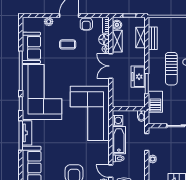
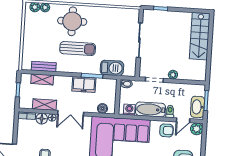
armchair: (86, 24) -> (166, 130), moved
boiler: (117, 25) -> (102, 109), moved

